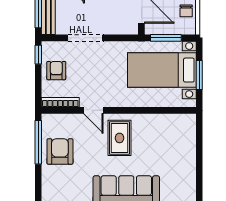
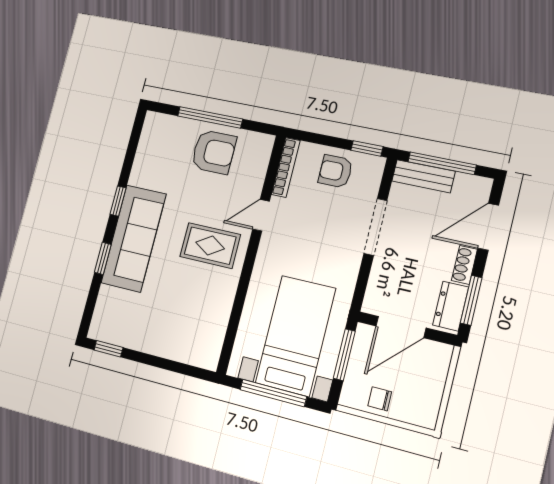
armchair: (56, 71) -> (335, 171), turned 180
window: (199, 75) -> (273, 393), width x1.44
window: (38, 142) -> (210, 117), moved
window: (199, 187) -> (109, 349), added

